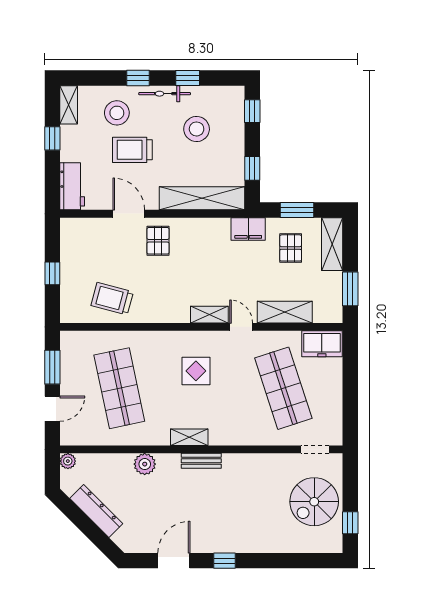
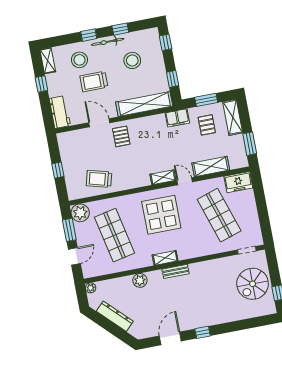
plant: (74, 345) -> (80, 213), added
display table: (196, 371) -> (161, 215), width x1.86, depth x1.86

